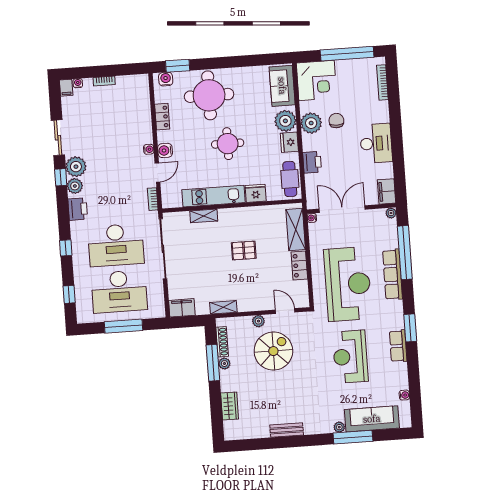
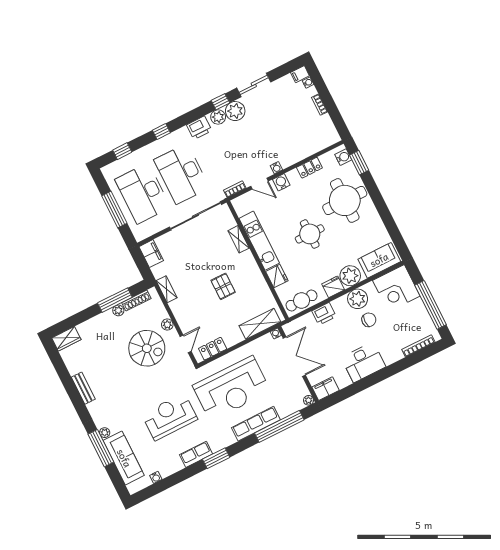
locker: (299, 266) -> (213, 349), moved
wardrobe: (230, 406) -> (66, 339), moved

